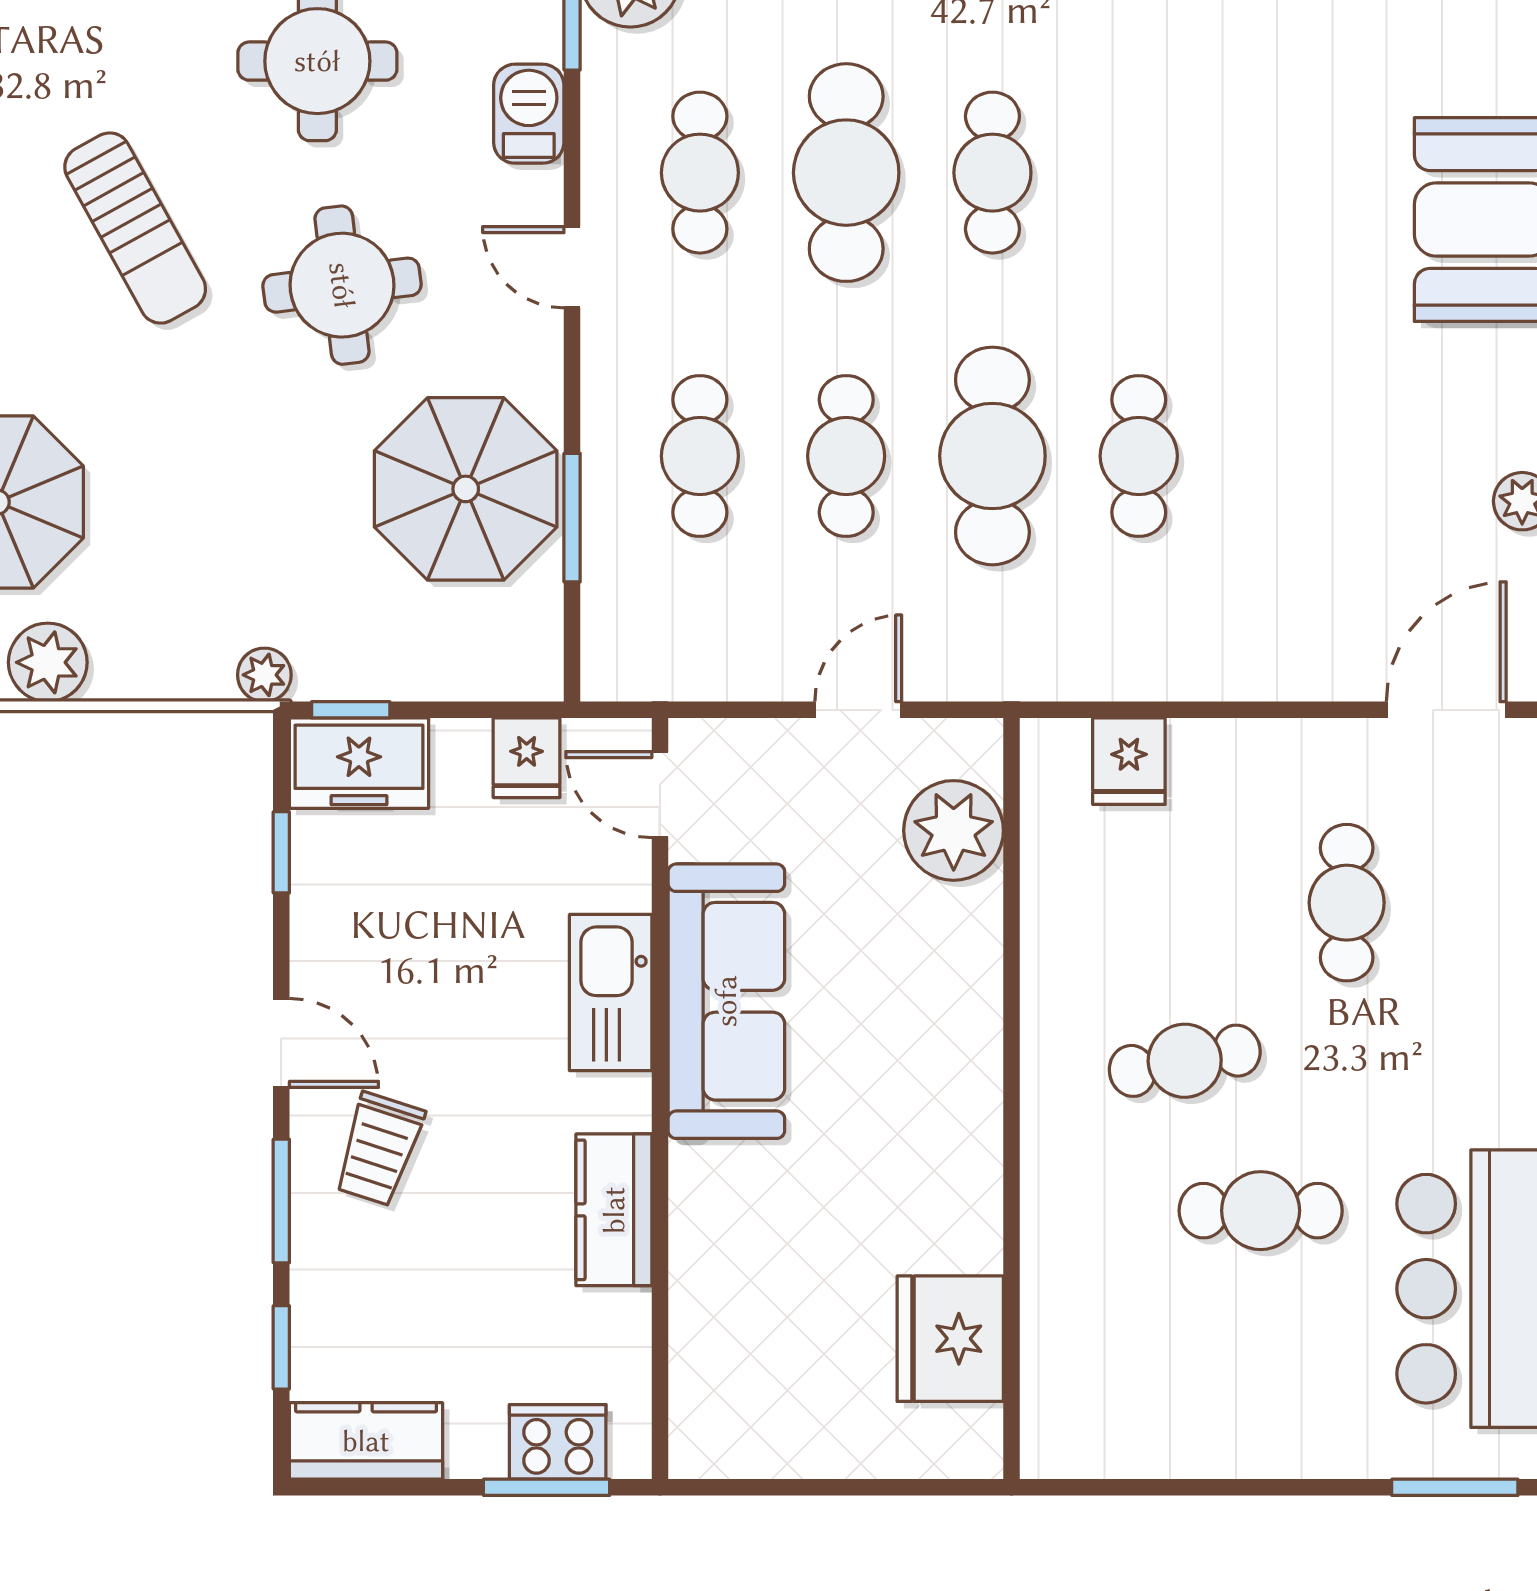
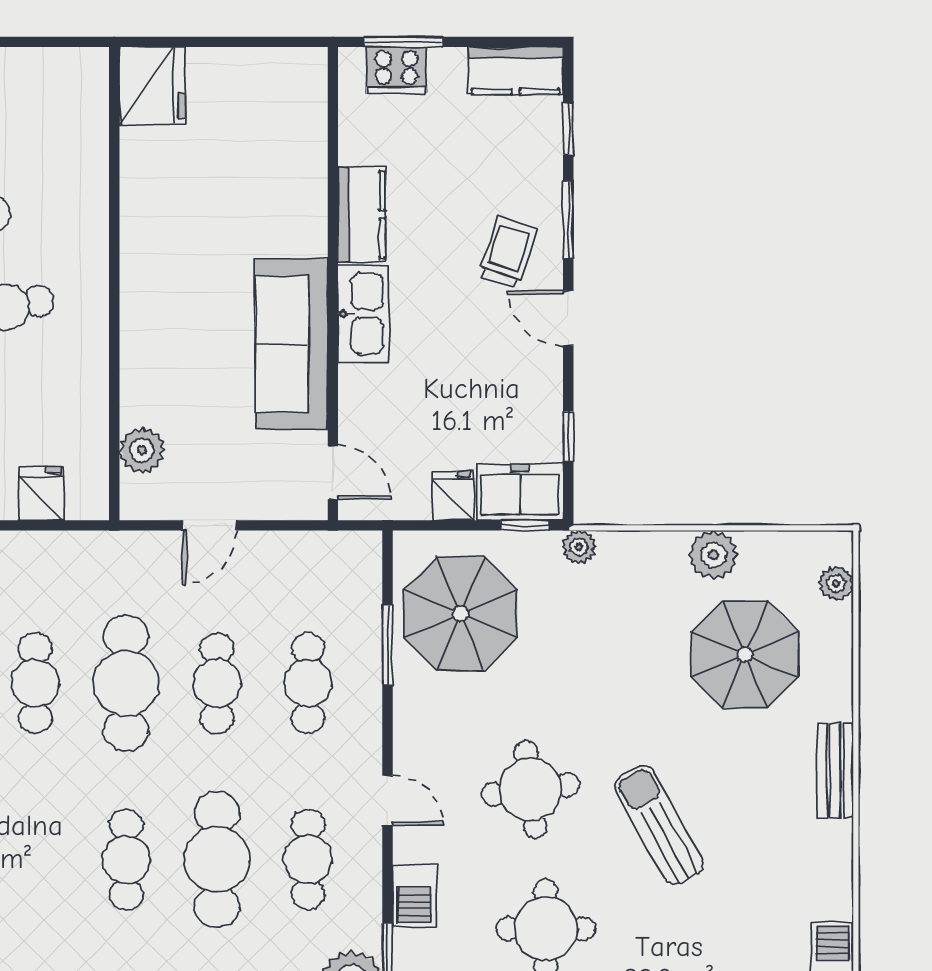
parasol: (466, 489) -> (461, 614), moved
fridge: (527, 758) -> (453, 496), moved
plant: (954, 830) -> (142, 450), width x0.73, depth x0.73
kitchen sink: (611, 993) -> (363, 314), moved
fridge: (950, 1339) -> (152, 86), moved

